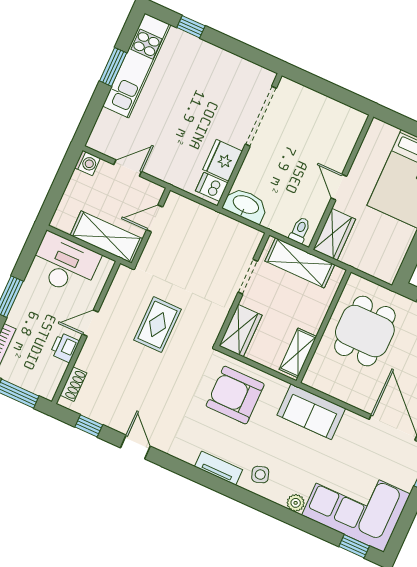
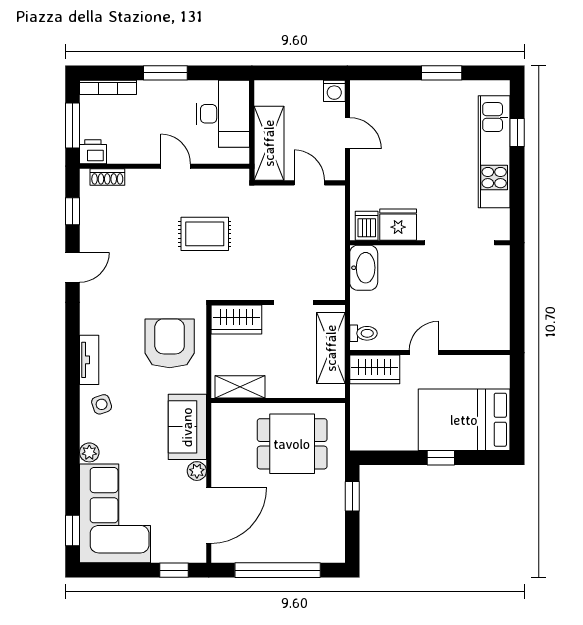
kitchen unit: (137, 65) -> (494, 152), moved, turned 90
printer: (65, 347) -> (93, 152), moved
plant: (352, 420) -> (197, 471), added

